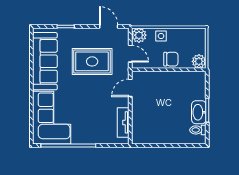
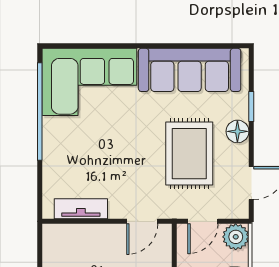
floor lamp: (80, 34) -> (237, 131), added
door: (130, 88) -> (142, 221), swing flipped

